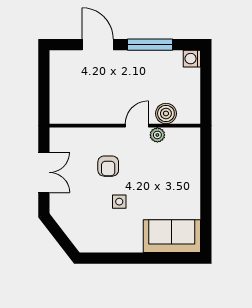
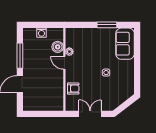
washing machine: (192, 59) -> (41, 33), moved
armchair: (108, 166) -> (73, 89), moved
window: (206, 203) -> (107, 25), added

